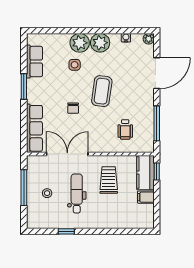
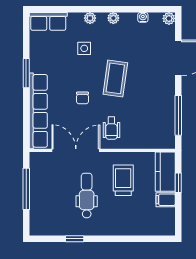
plant: (80, 43) -> (90, 18), width x0.53, depth x0.53
plant: (100, 43) -> (113, 18), width x0.53, depth x0.53
row of seats: (34, 62) -> (48, 21), moved, turned 90
row of seats: (34, 128) -> (38, 111), width x1.36
wheelchair: (125, 129) -> (111, 128), moved
window: (157, 171) -> (178, 183), moved
stool: (47, 193) -> (53, 195), removed

